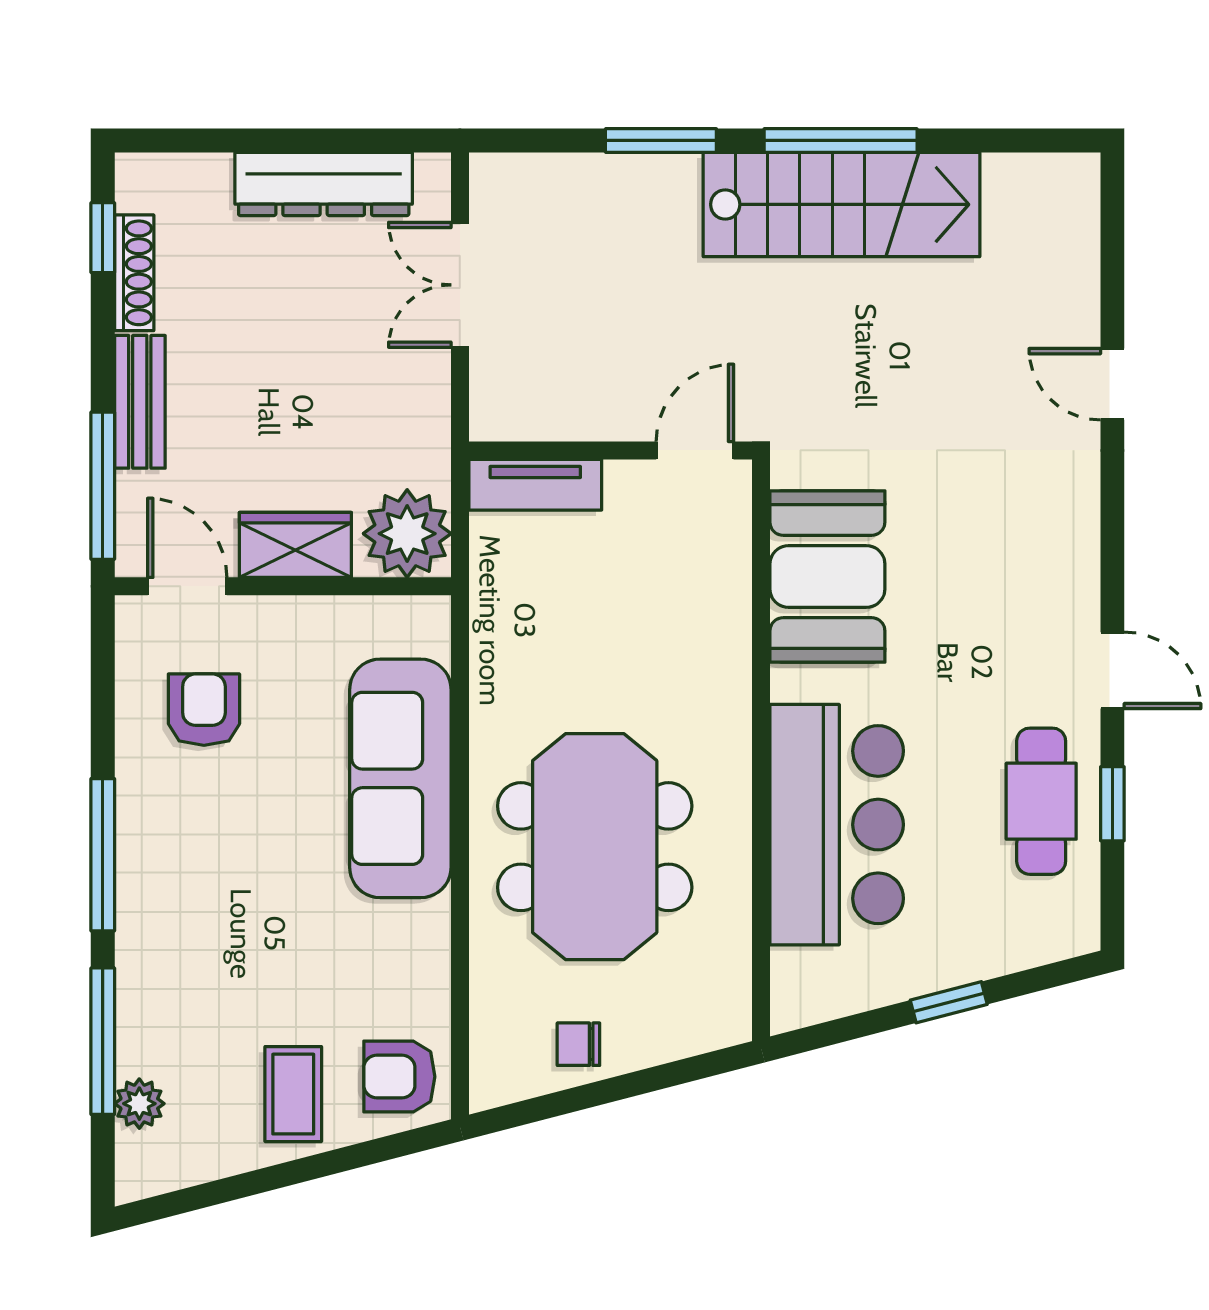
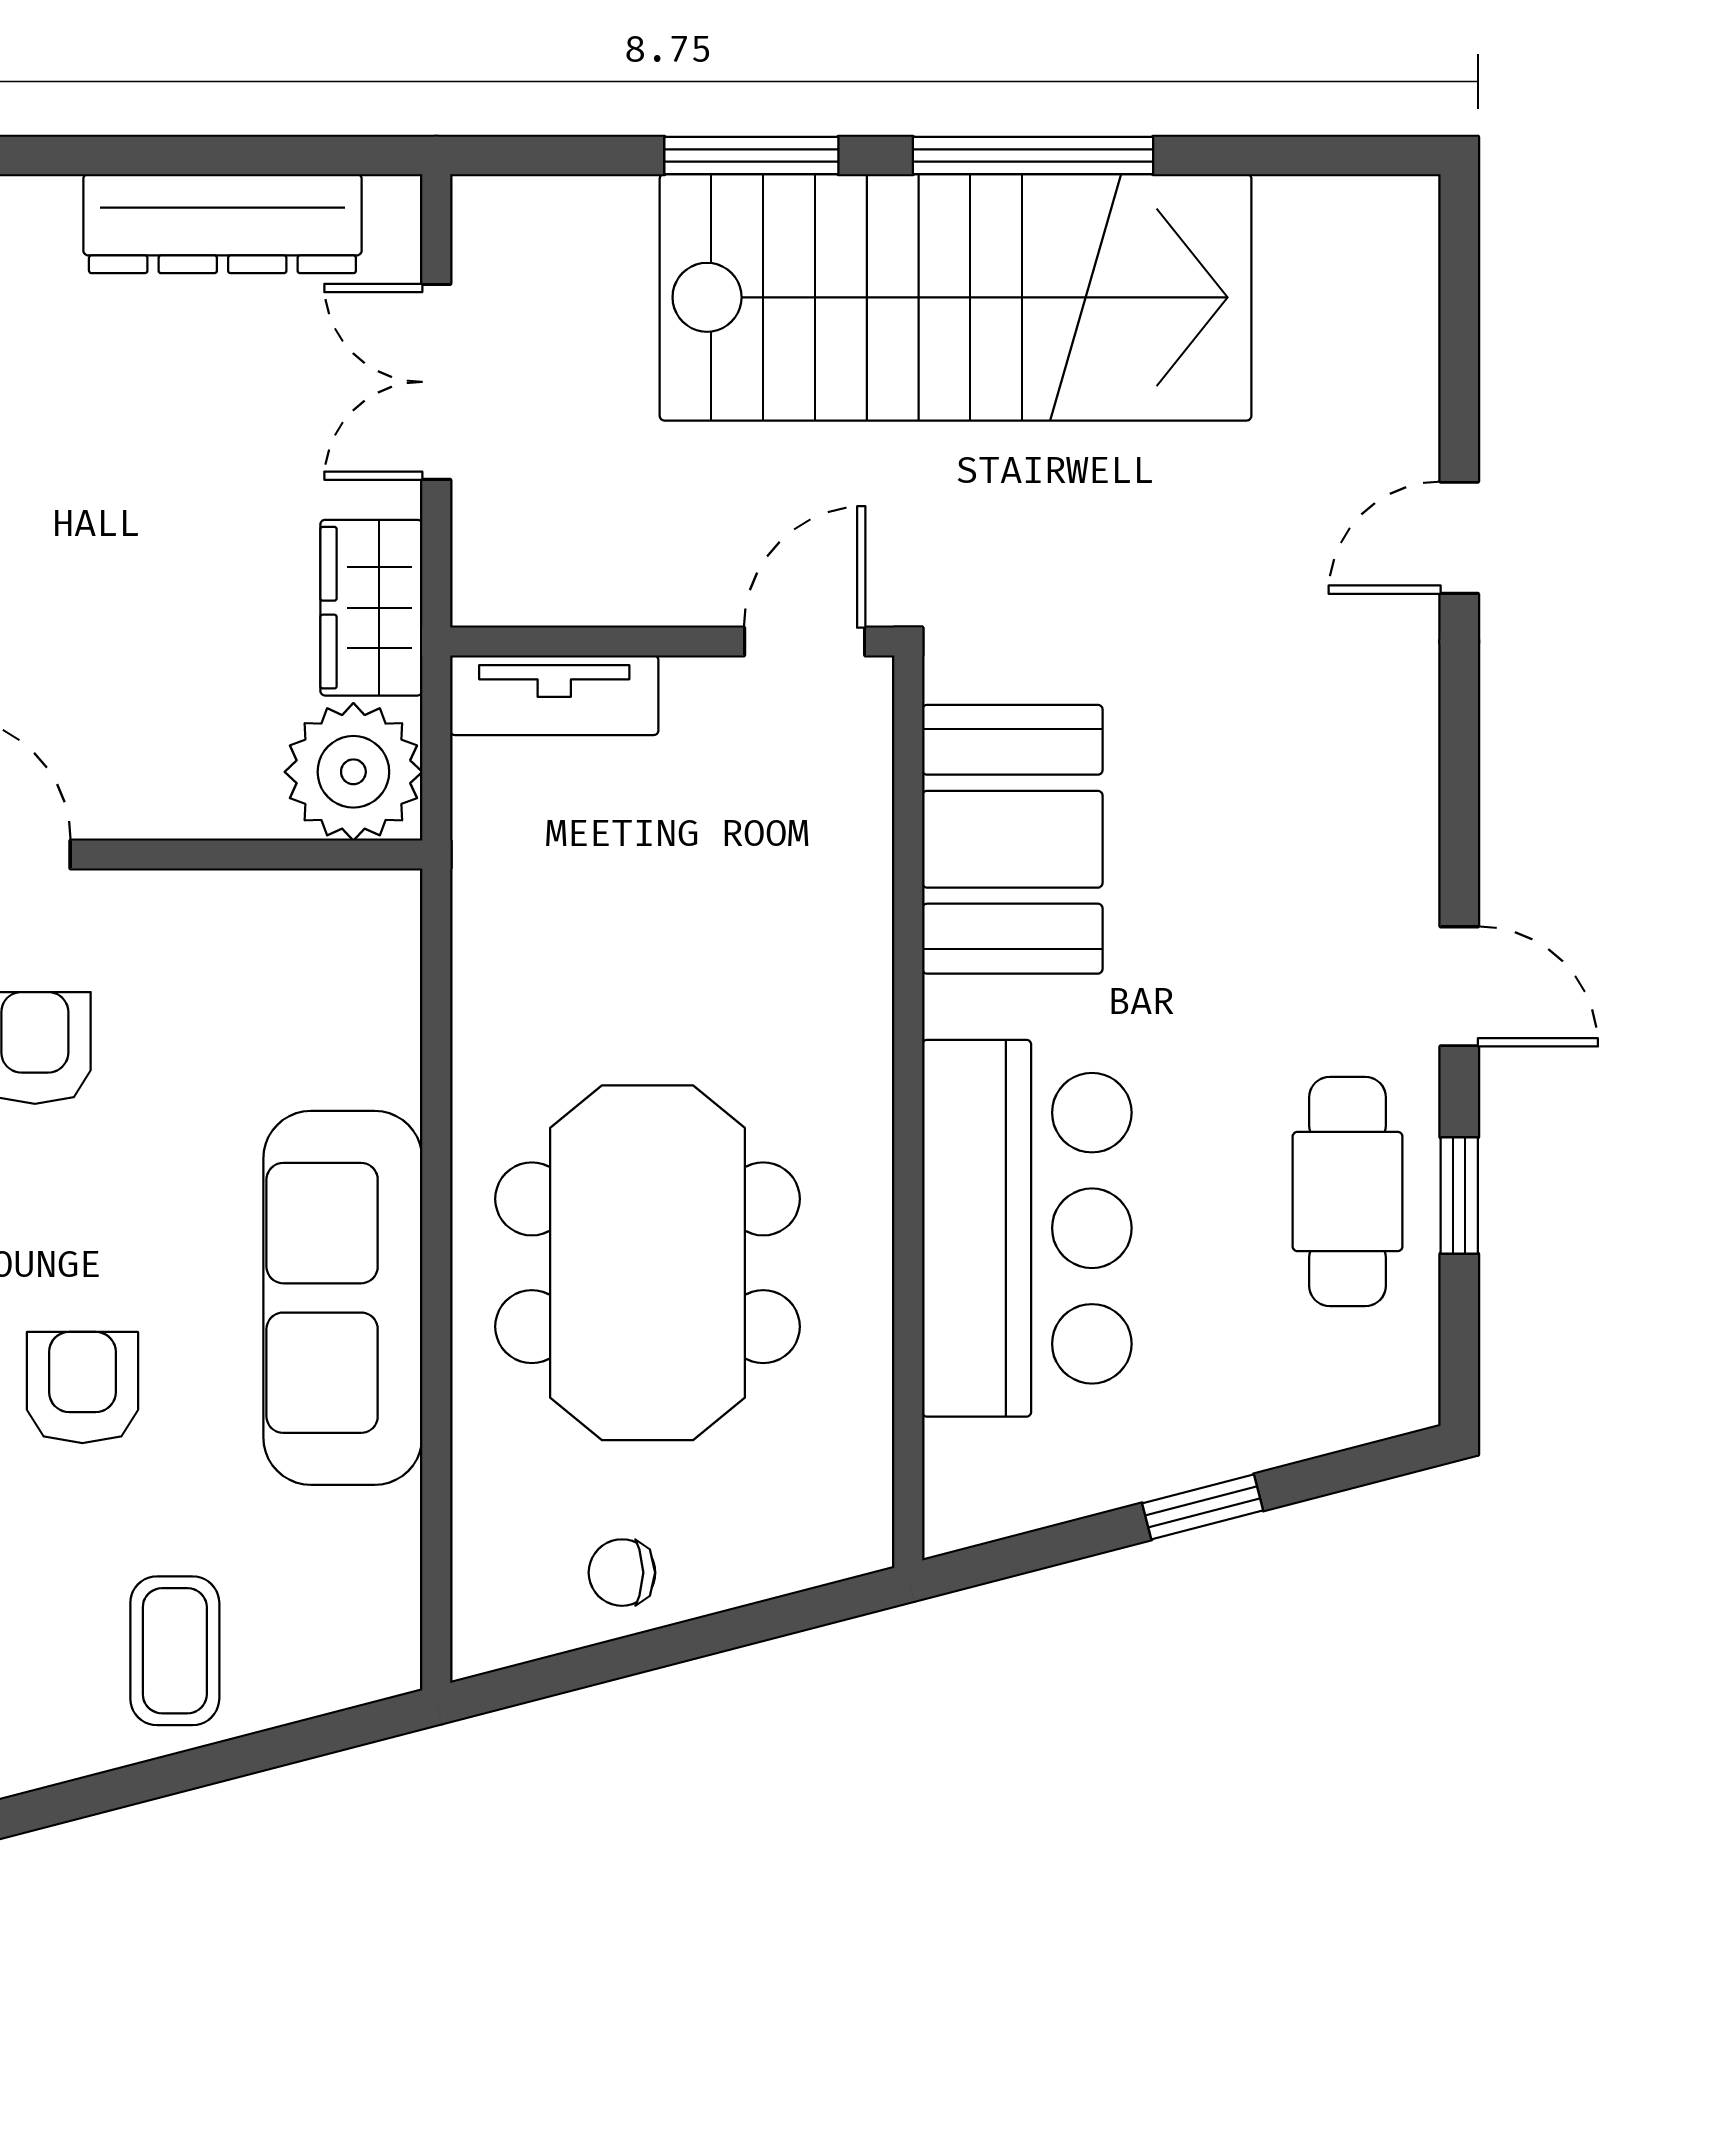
stairs: (841, 204) -> (956, 297), width x1.36, depth x1.51
door: (1112, 384) -> (1459, 538), hinge flipped
wardrobe: (295, 545) -> (371, 608), moved, turned -90
sofa: (400, 778) -> (343, 1298), moved
armchair: (399, 1077) -> (82, 1388), moved, turned 90

